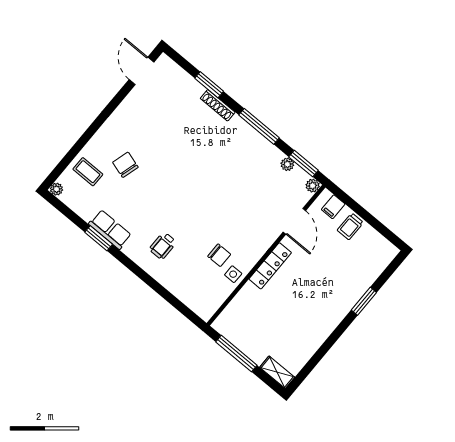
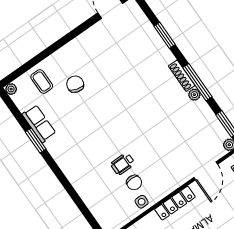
shoe rack: (218, 105) -> (182, 76), moved
plant: (287, 164) -> (194, 95), moved
row of seats: (110, 230) -> (39, 124), moved
wheelchair: (163, 246) -> (123, 164), moved

